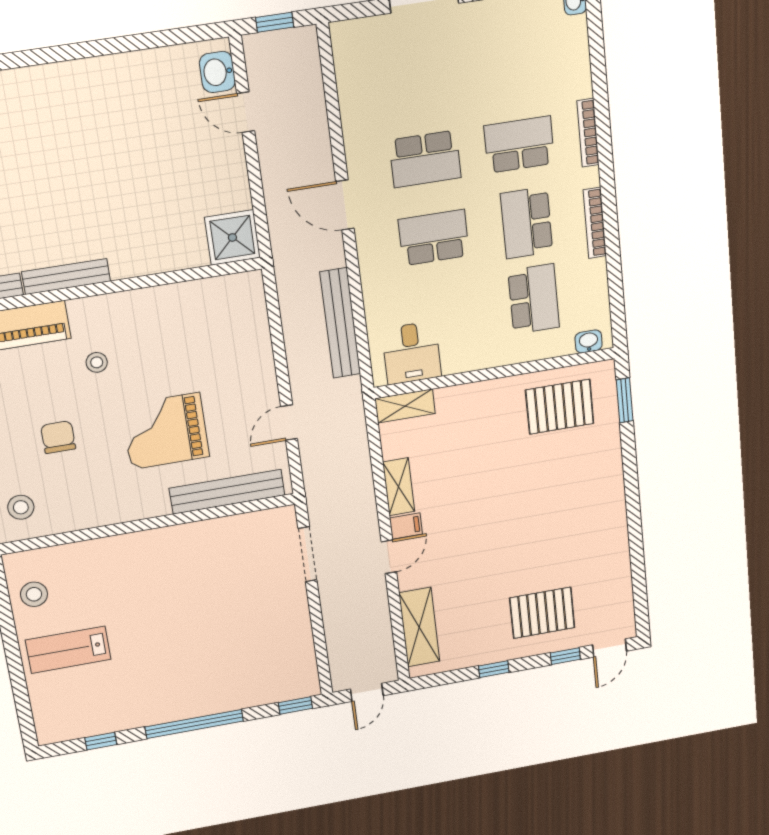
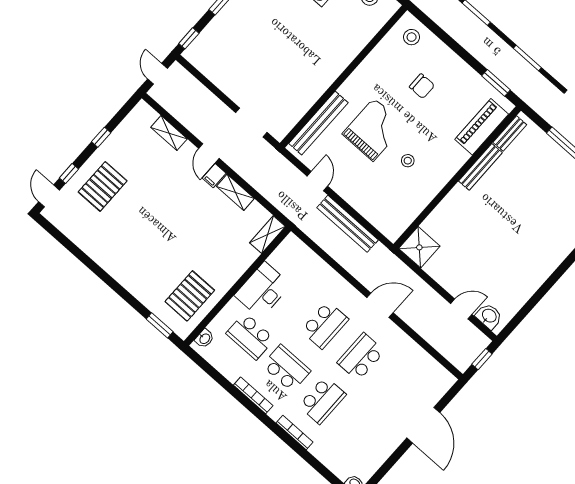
bench: (340, 323) -> (348, 224), moved
desk: (412, 353) -> (263, 290), moved, width x1.37
stool: (97, 362) -> (408, 161), moved
shelving: (419, 627) -> (169, 133), width x0.67, depth x0.75

